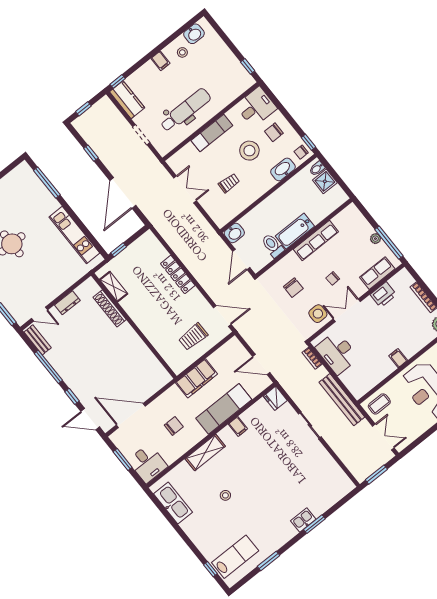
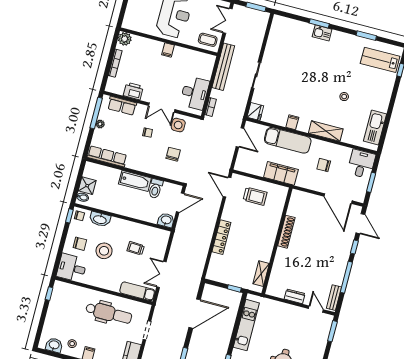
dental chair: (185, 110) -> (109, 313), turned 180
exam couch: (212, 133) -> (137, 291), moved
row of seats: (316, 240) -> (107, 156), moved
shoe rack: (110, 308) -> (286, 232), moved

